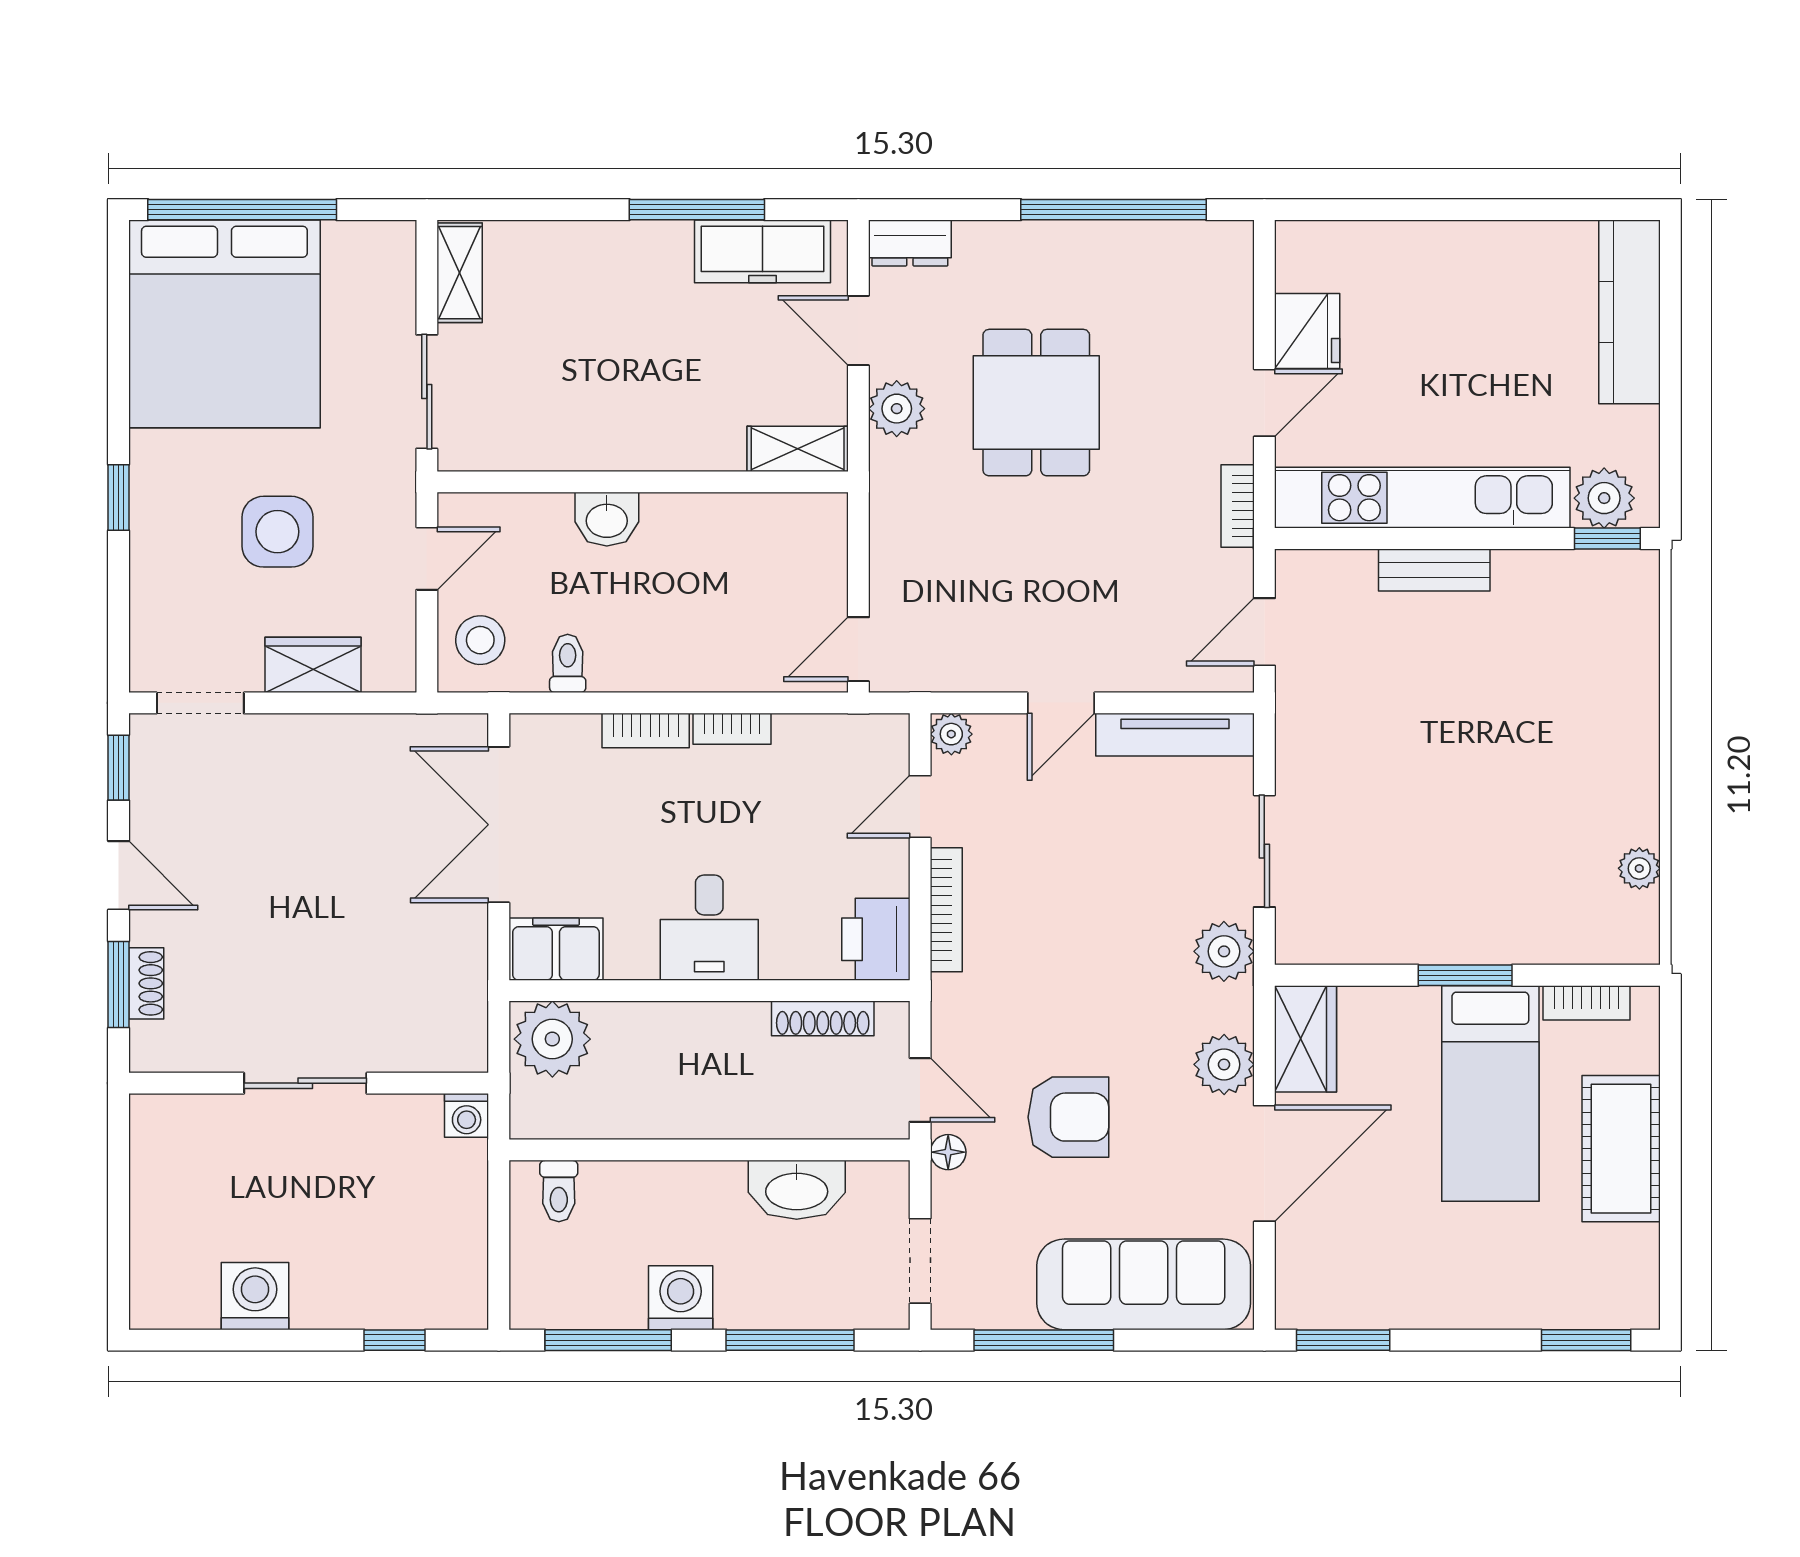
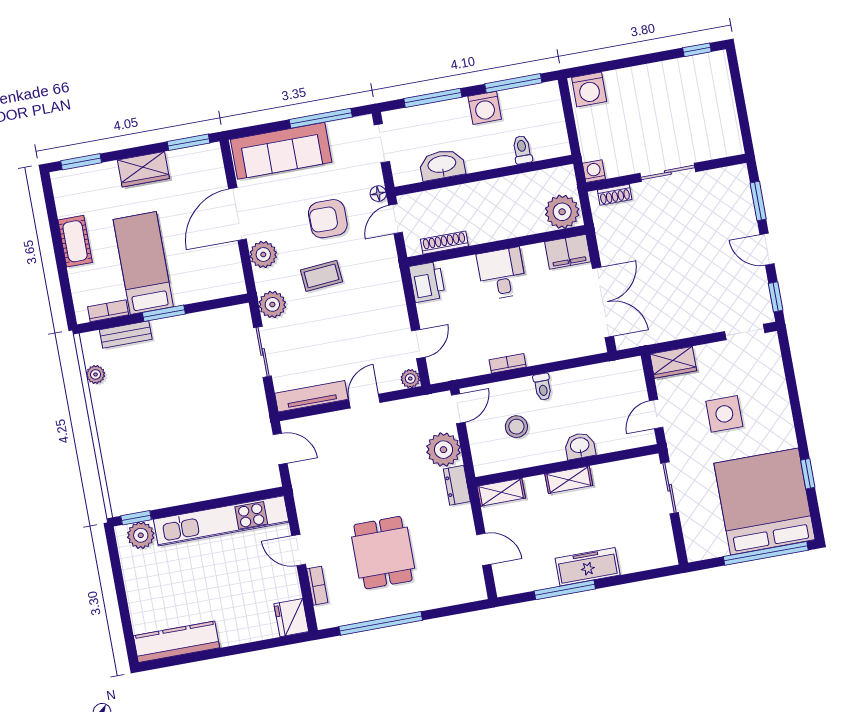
dresser: (910, 243) -> (457, 485), moved, turned -90
freezer: (763, 251) -> (588, 567), moved
shelving: (460, 273) -> (569, 480), moved, turned 90
kitchen counter: (1629, 312) -> (177, 642), moved, turned -90
fridge: (1307, 331) -> (291, 618), moved
dining table: (1036, 403) -> (383, 553), moved
door: (1264, 403) -> (299, 550), hinge flipped
plant: (897, 409) -> (443, 450), moved, width x1.36, depth x1.36
window: (119, 498) -> (808, 474), moved
bookcase: (1238, 506) -> (317, 586), moved
bench: (1434, 570) -> (126, 335), moved
door: (1264, 632) -> (280, 449), hinge flipped
stool: (480, 640) -> (516, 427), moved
toilet: (568, 663) -> (543, 387), moved
wardrobe: (313, 665) -> (673, 362), moved
bookcase: (646, 731) -> (546, 356), removed
bookcase: (946, 910) -> (398, 301), removed
shoe rack: (146, 983) -> (615, 195), moved, turned -90
coffee table: (1105, 994) -> (321, 276), added
wardrobe: (1306, 1039) -> (143, 169), moved, turned -90
door: (920, 1090) -> (396, 219), hinge flipped
cot: (1621, 1149) -> (75, 241), width x0.73, depth x0.75
toilet: (559, 1191) -> (522, 150), moved
washing machine: (255, 1296) -> (589, 90), moved
window: (395, 1340) -> (697, 50), moved

